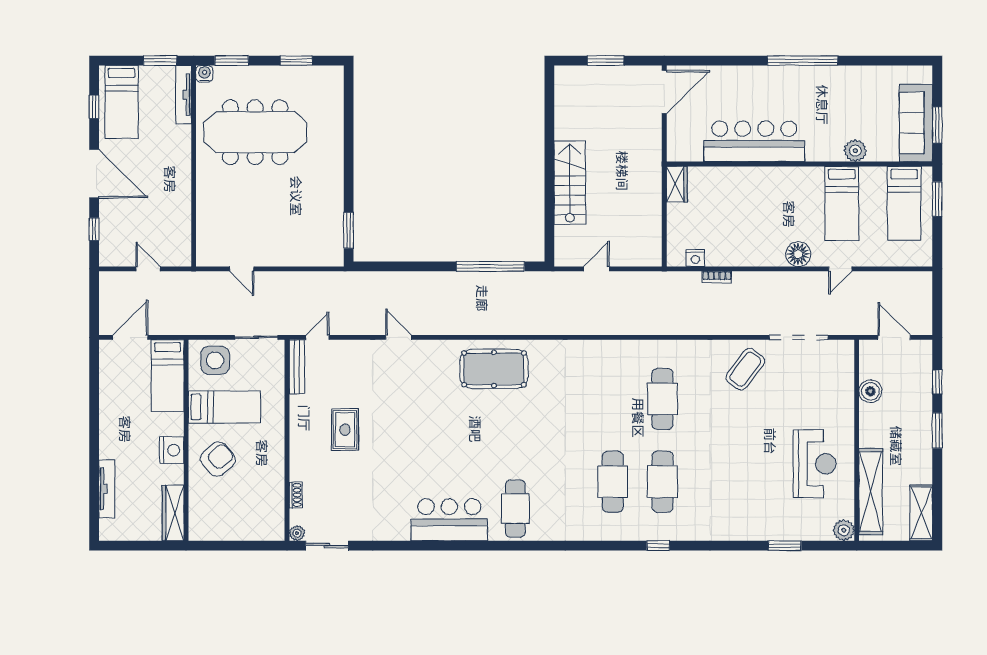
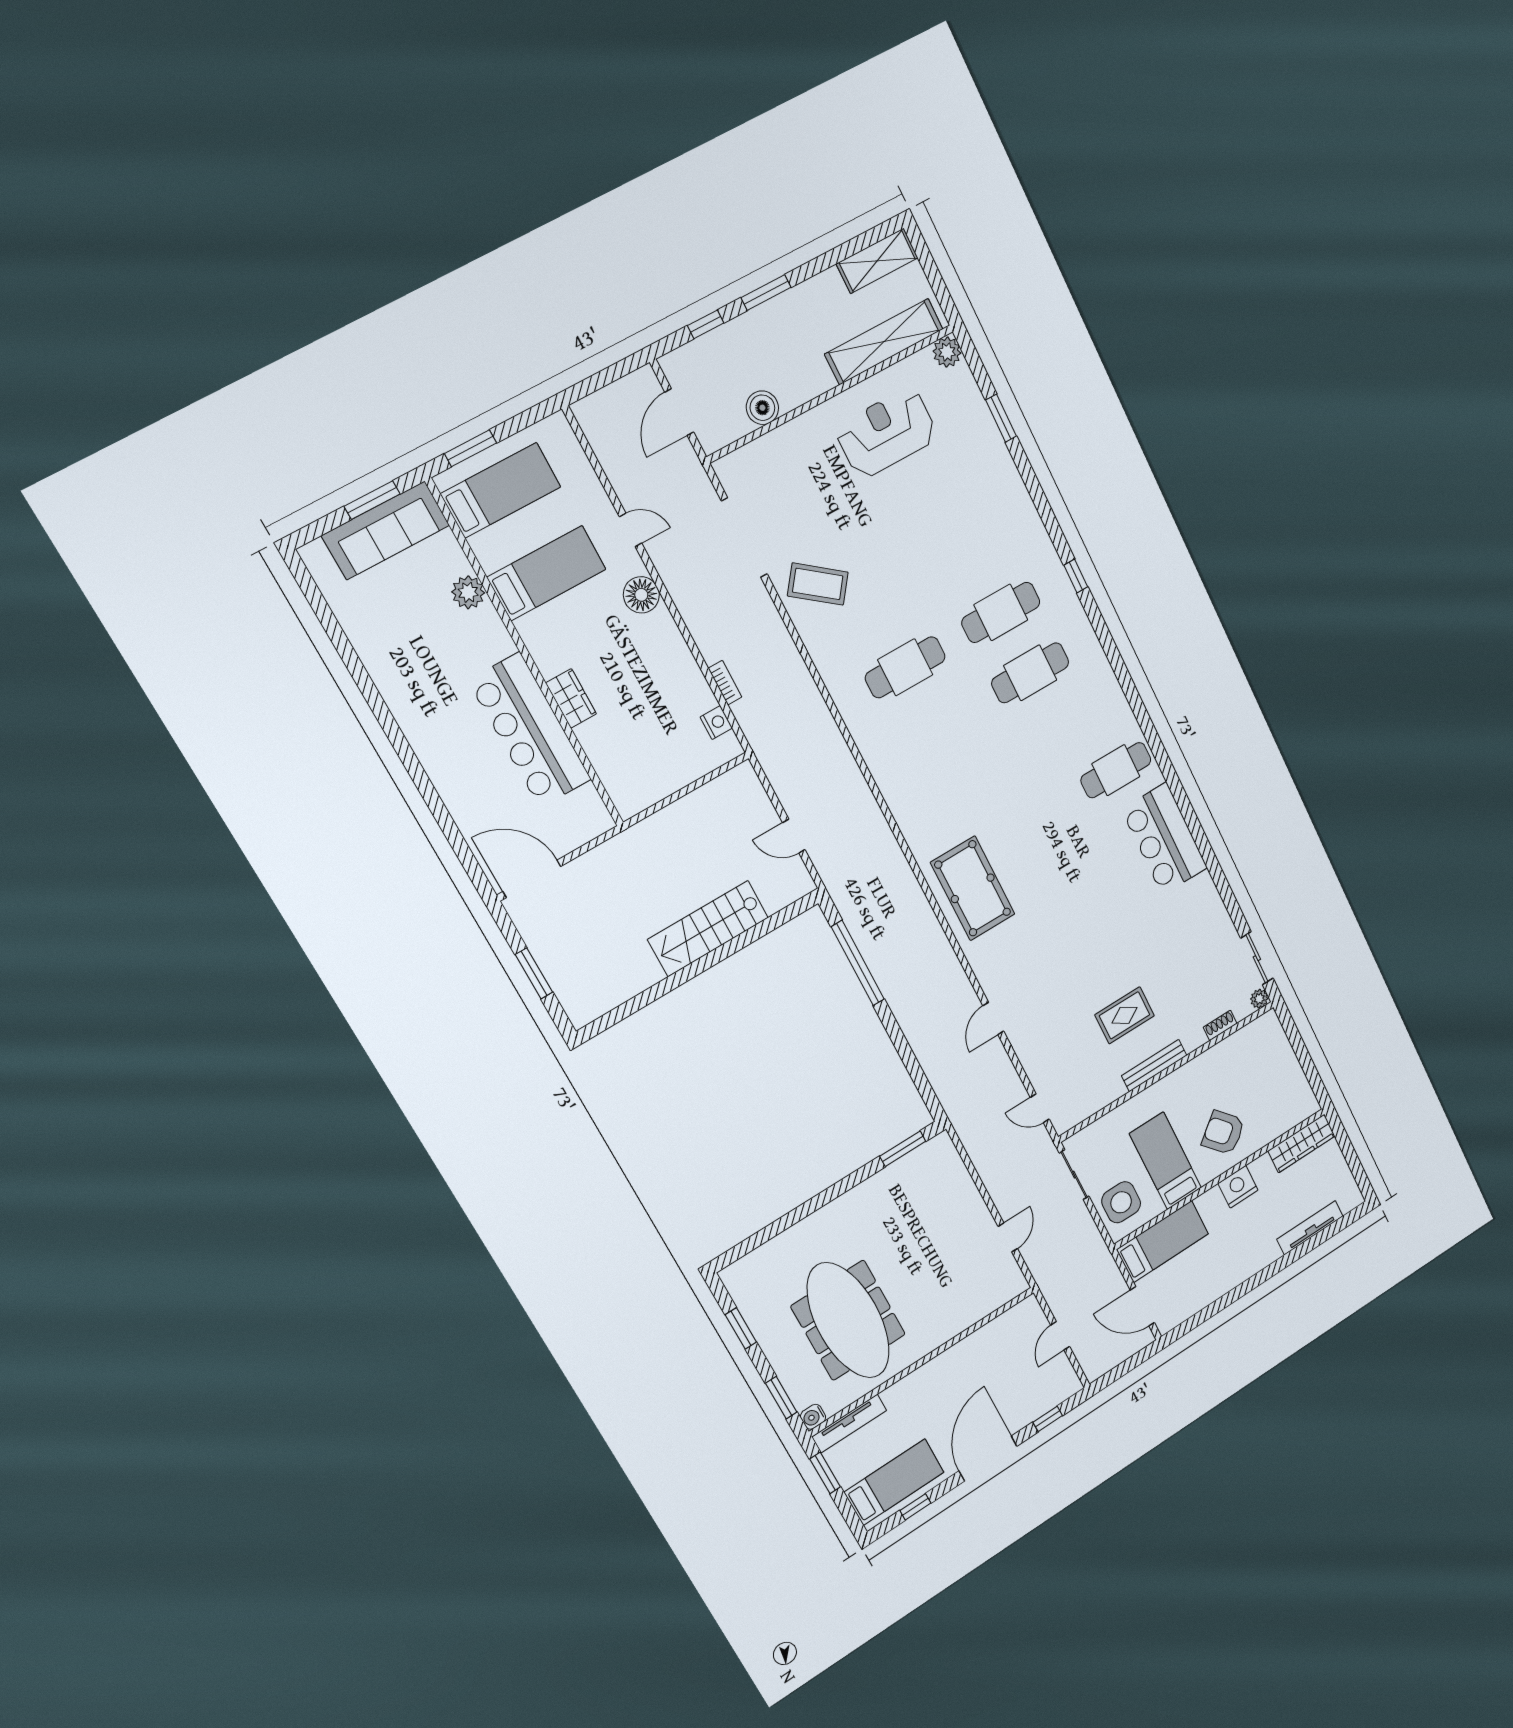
window: (803, 61) -> (390, 726), removed
wardrobe: (677, 184) -> (571, 698), moved, turned 90
bench: (297, 367) -> (1154, 1066), moved

